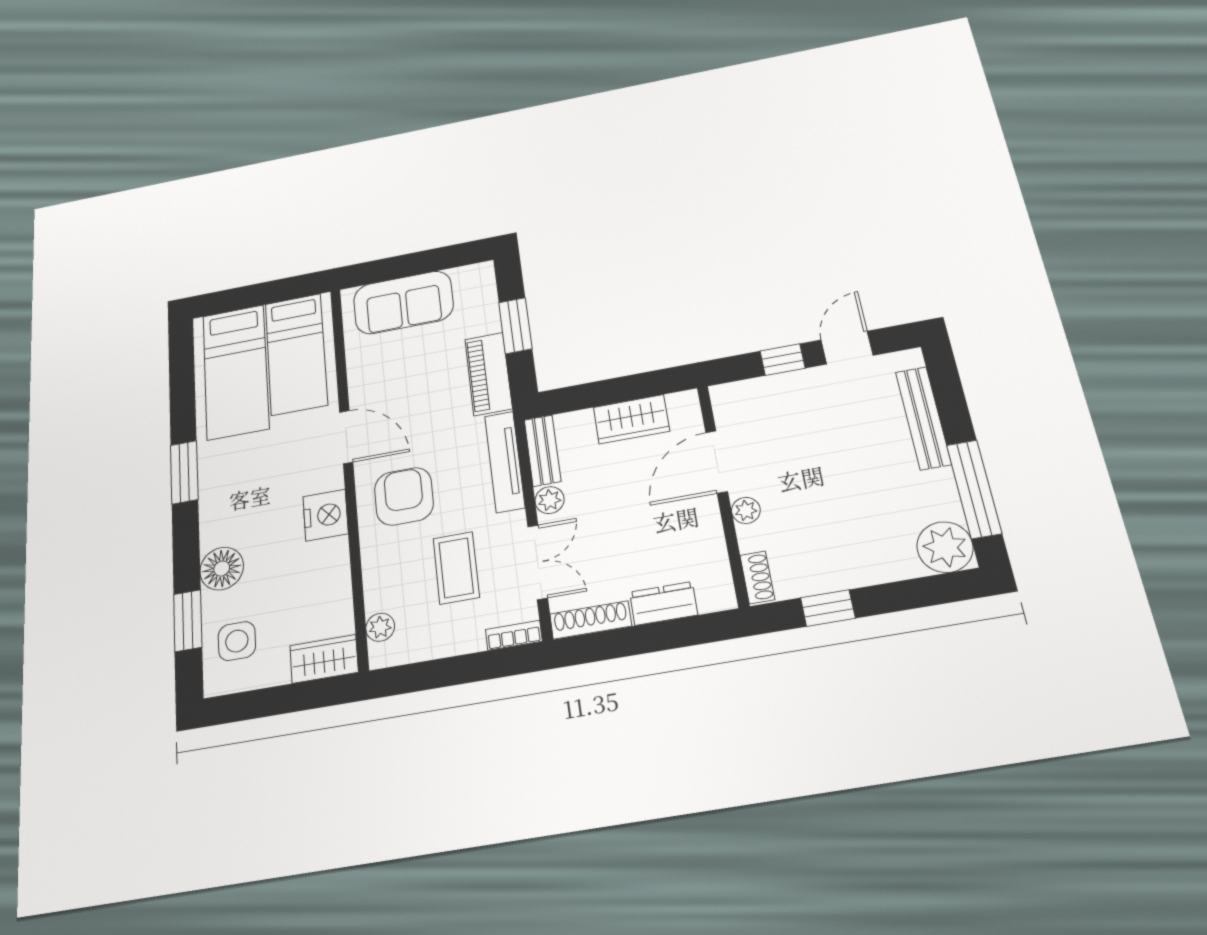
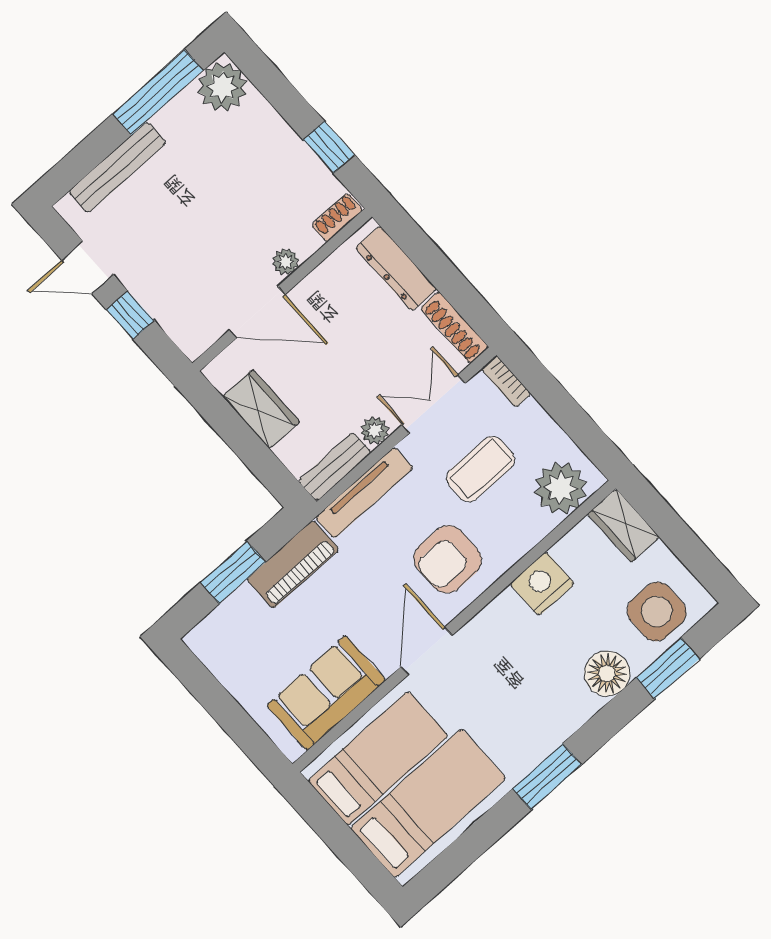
sofa: (403, 302) -> (326, 693), moved, turned -90
nightstand: (326, 515) -> (542, 584), moved
dresser: (663, 603) -> (396, 268), width x1.44
plant: (380, 627) -> (561, 488), width x1.87, depth x1.87
side table: (237, 641) -> (657, 612), width x1.37, depth x1.37

